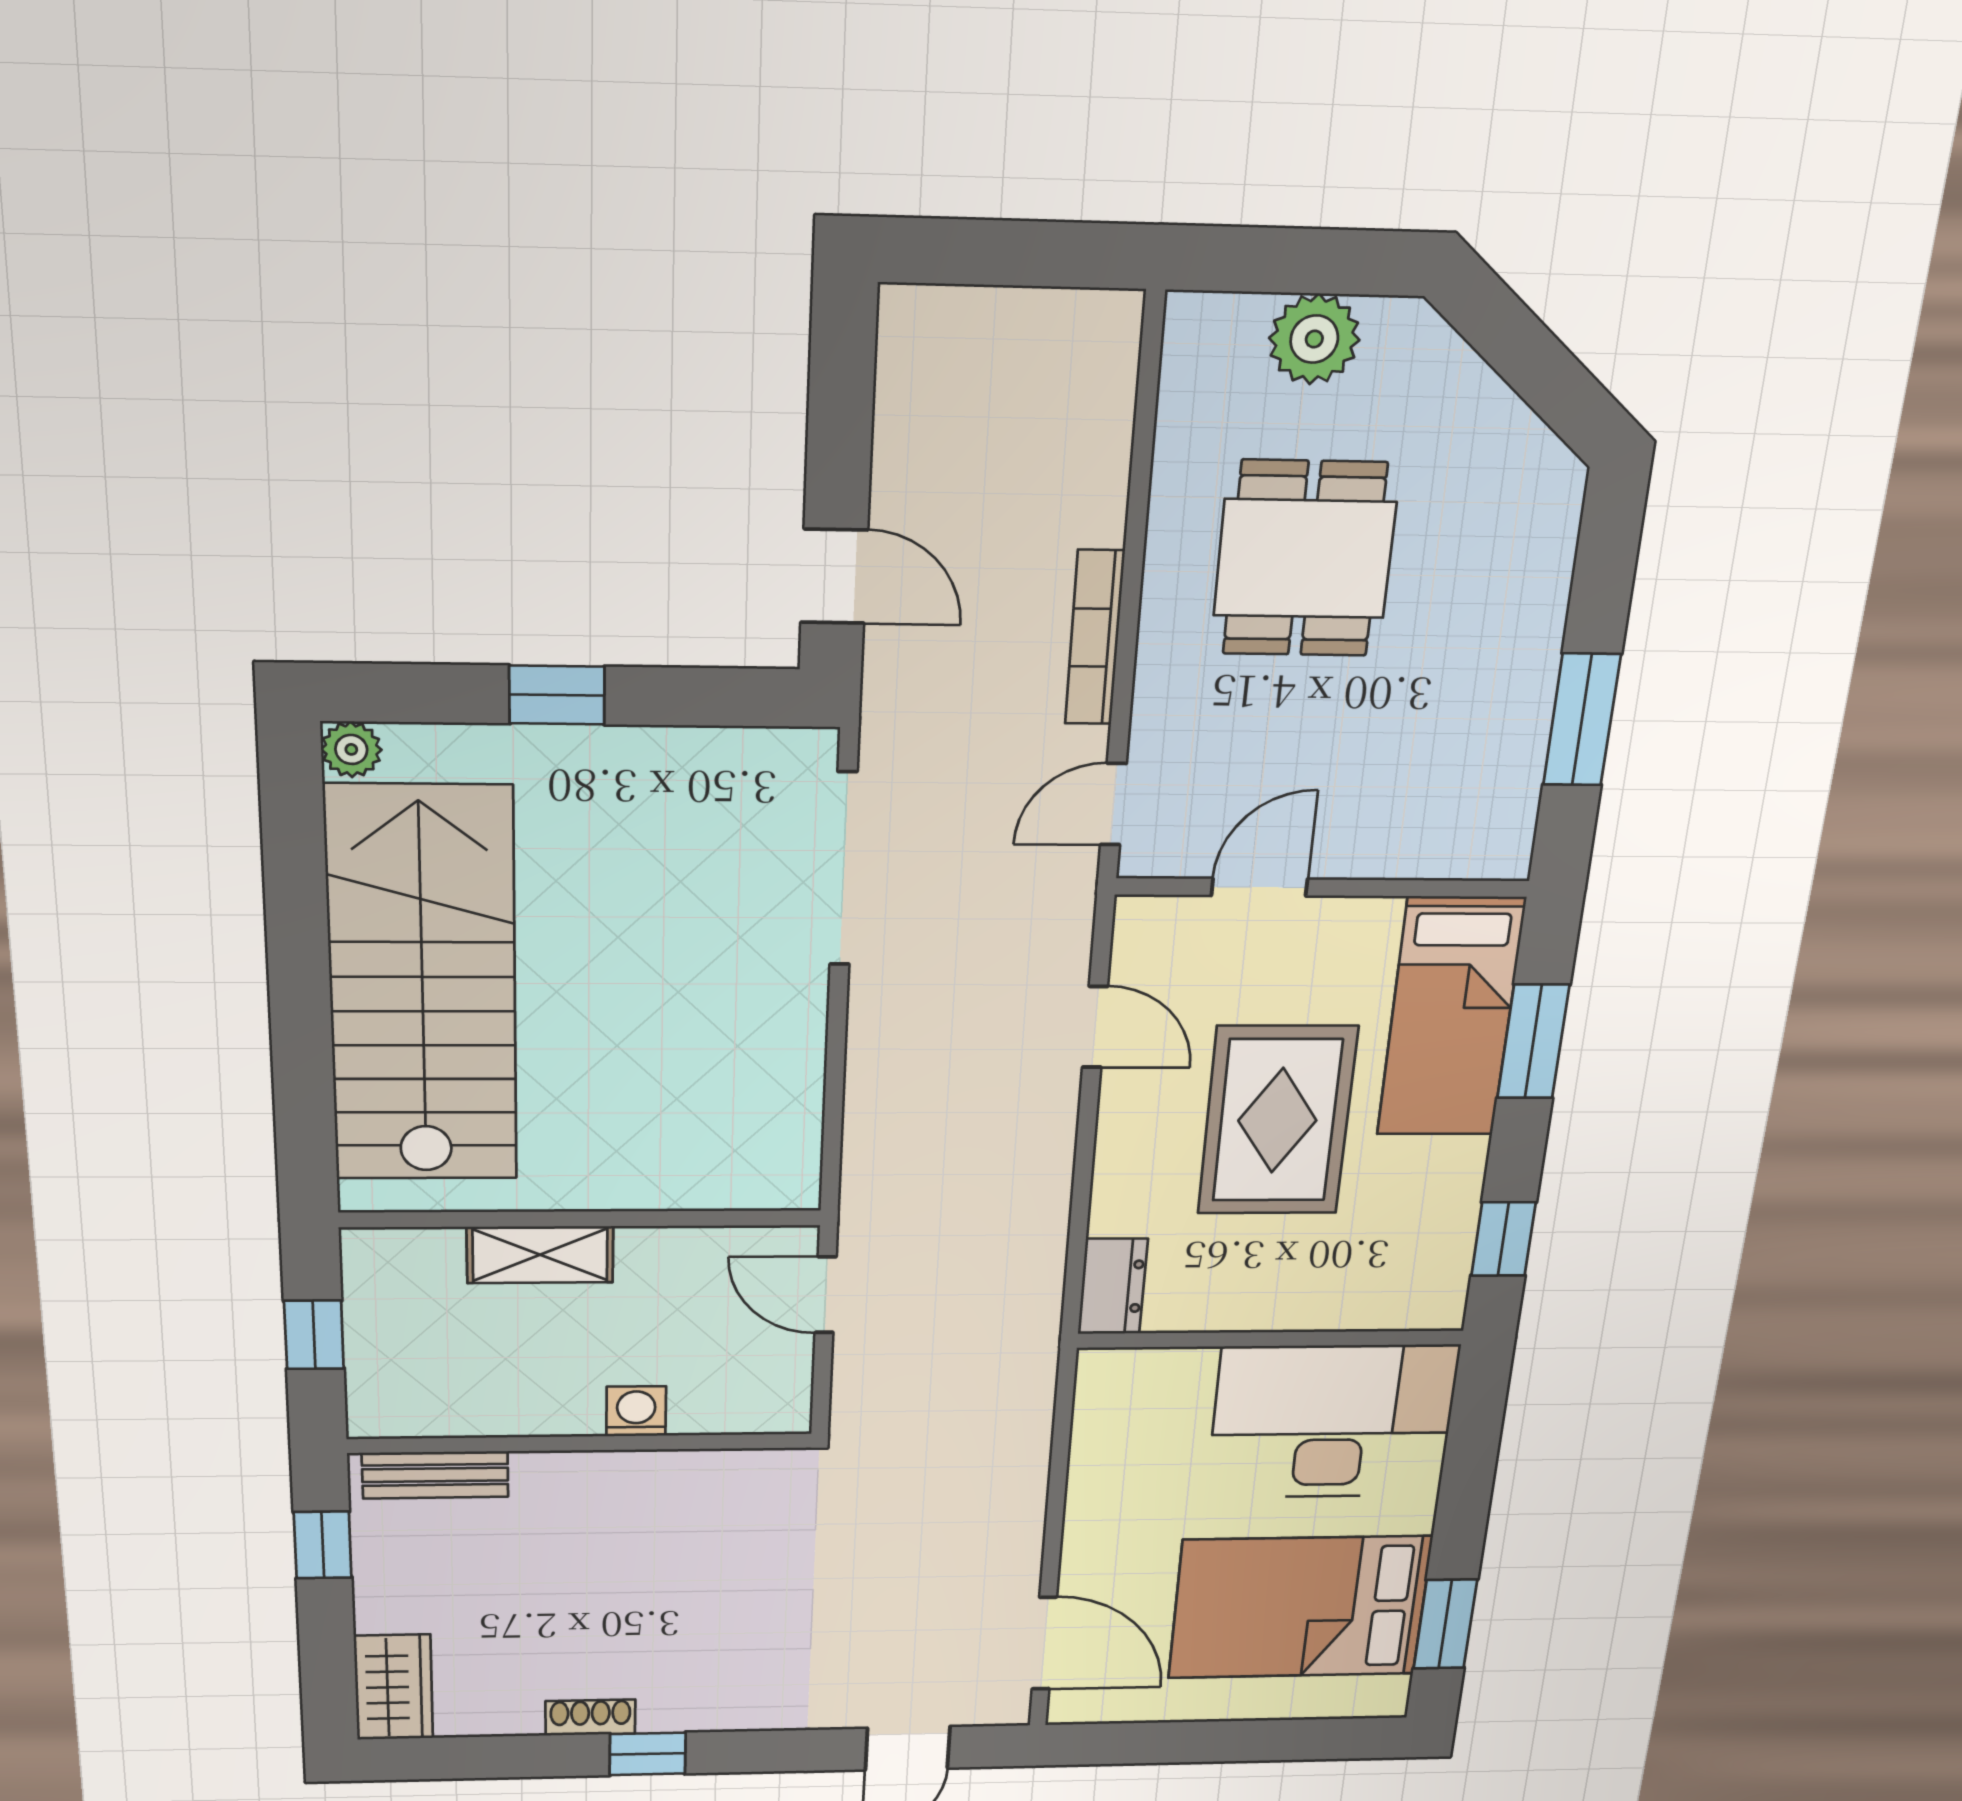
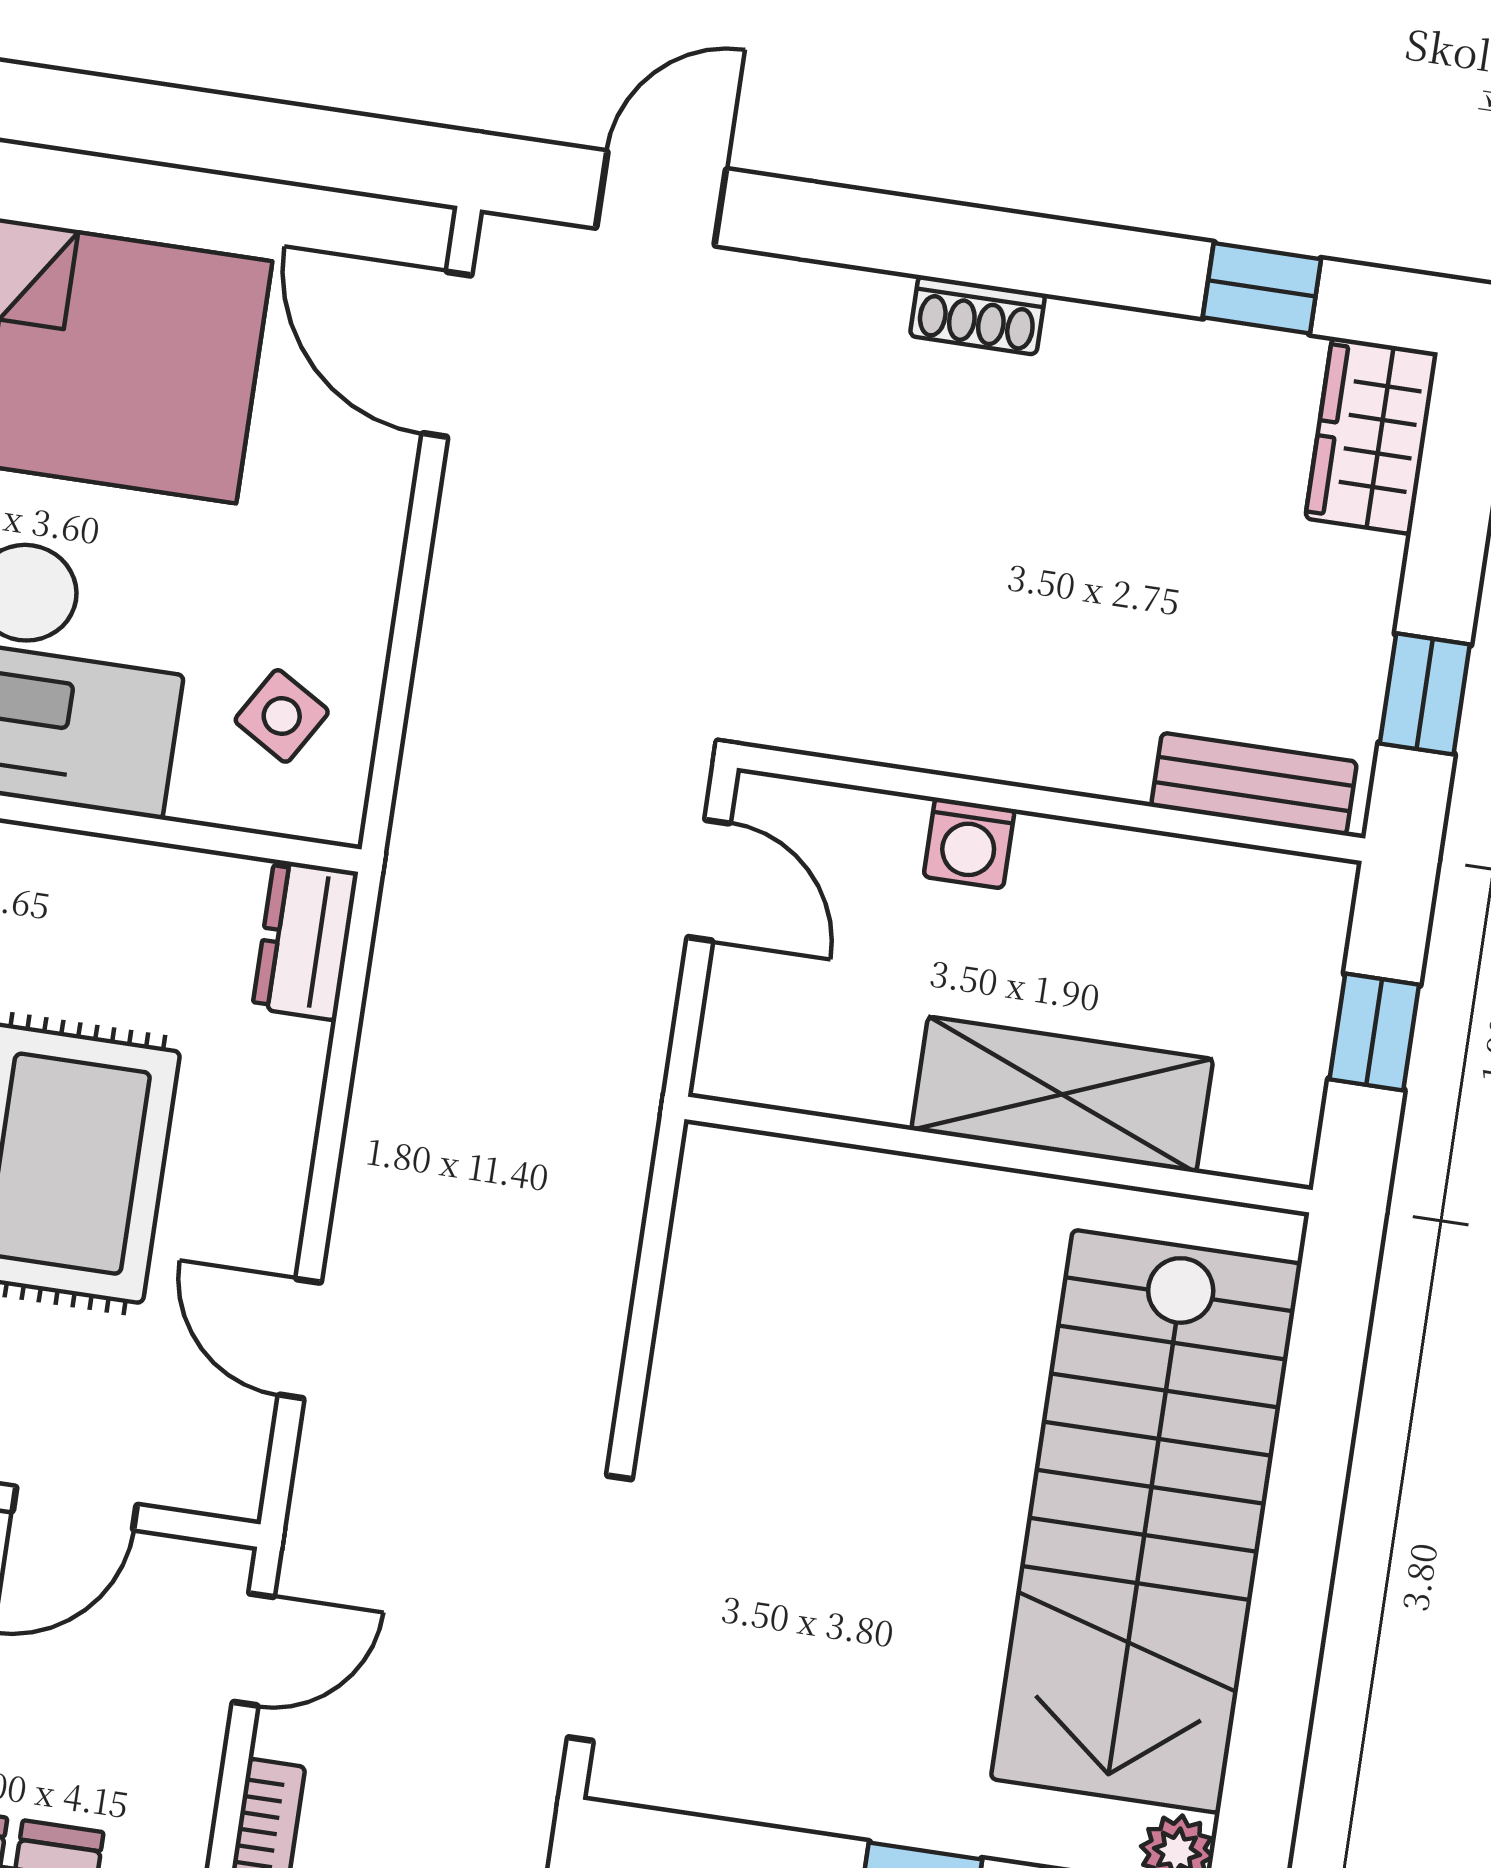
shelving: (540, 1255) -> (1062, 1094), width x1.50, depth x1.33
door: (826, 1295) -> (709, 880), moved
side table: (1141, 1420) -> (282, 716), added
shoe rack: (590, 1717) -> (977, 315), moved
window: (648, 1754) -> (1262, 288), moved

